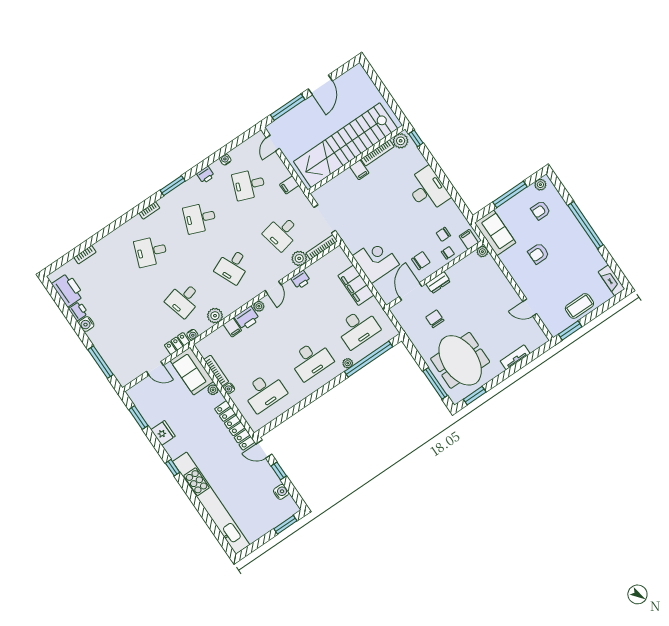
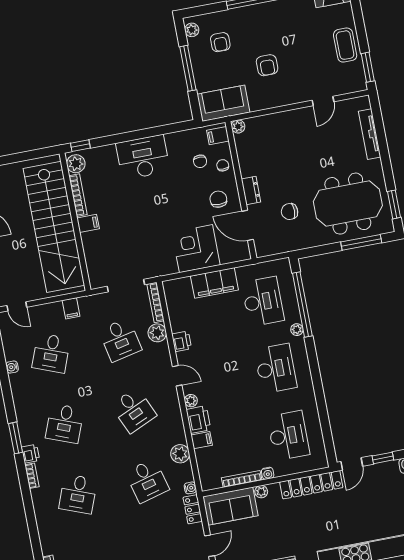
printer: (206, 175) -> (31, 454), moved
tv unit: (515, 357) -> (370, 134), width x1.41

